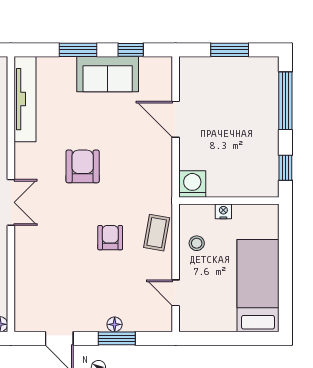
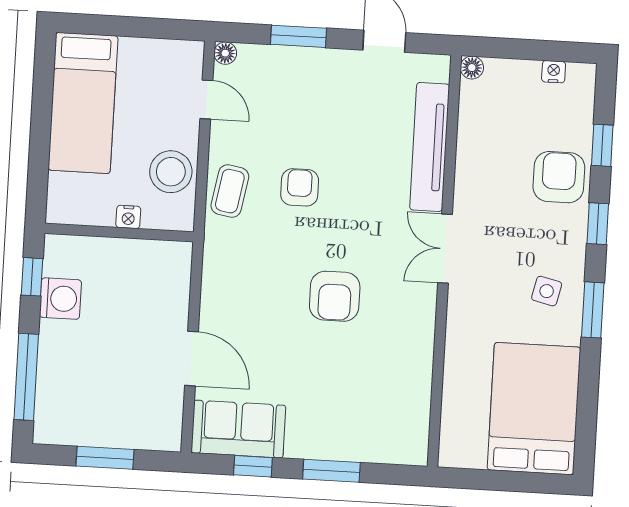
sofa: (108, 74) -> (238, 429), moved
tv unit: (25, 99) -> (430, 147), moved
washing machine: (192, 184) -> (60, 299), moved, turned -90
armchair: (110, 238) -> (300, 187), turned 180
stool: (197, 243) -> (171, 172), width x1.89, depth x1.89
floor lamp: (115, 324) -> (225, 53), moved

